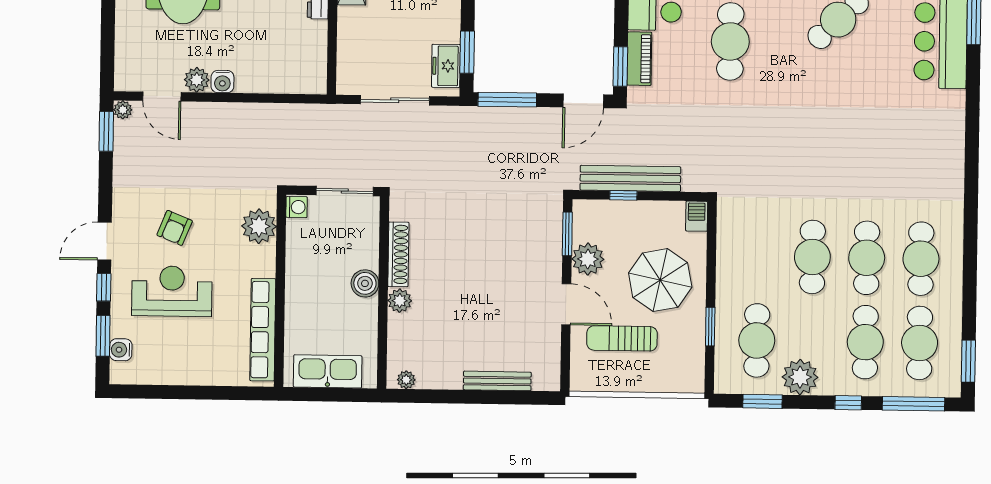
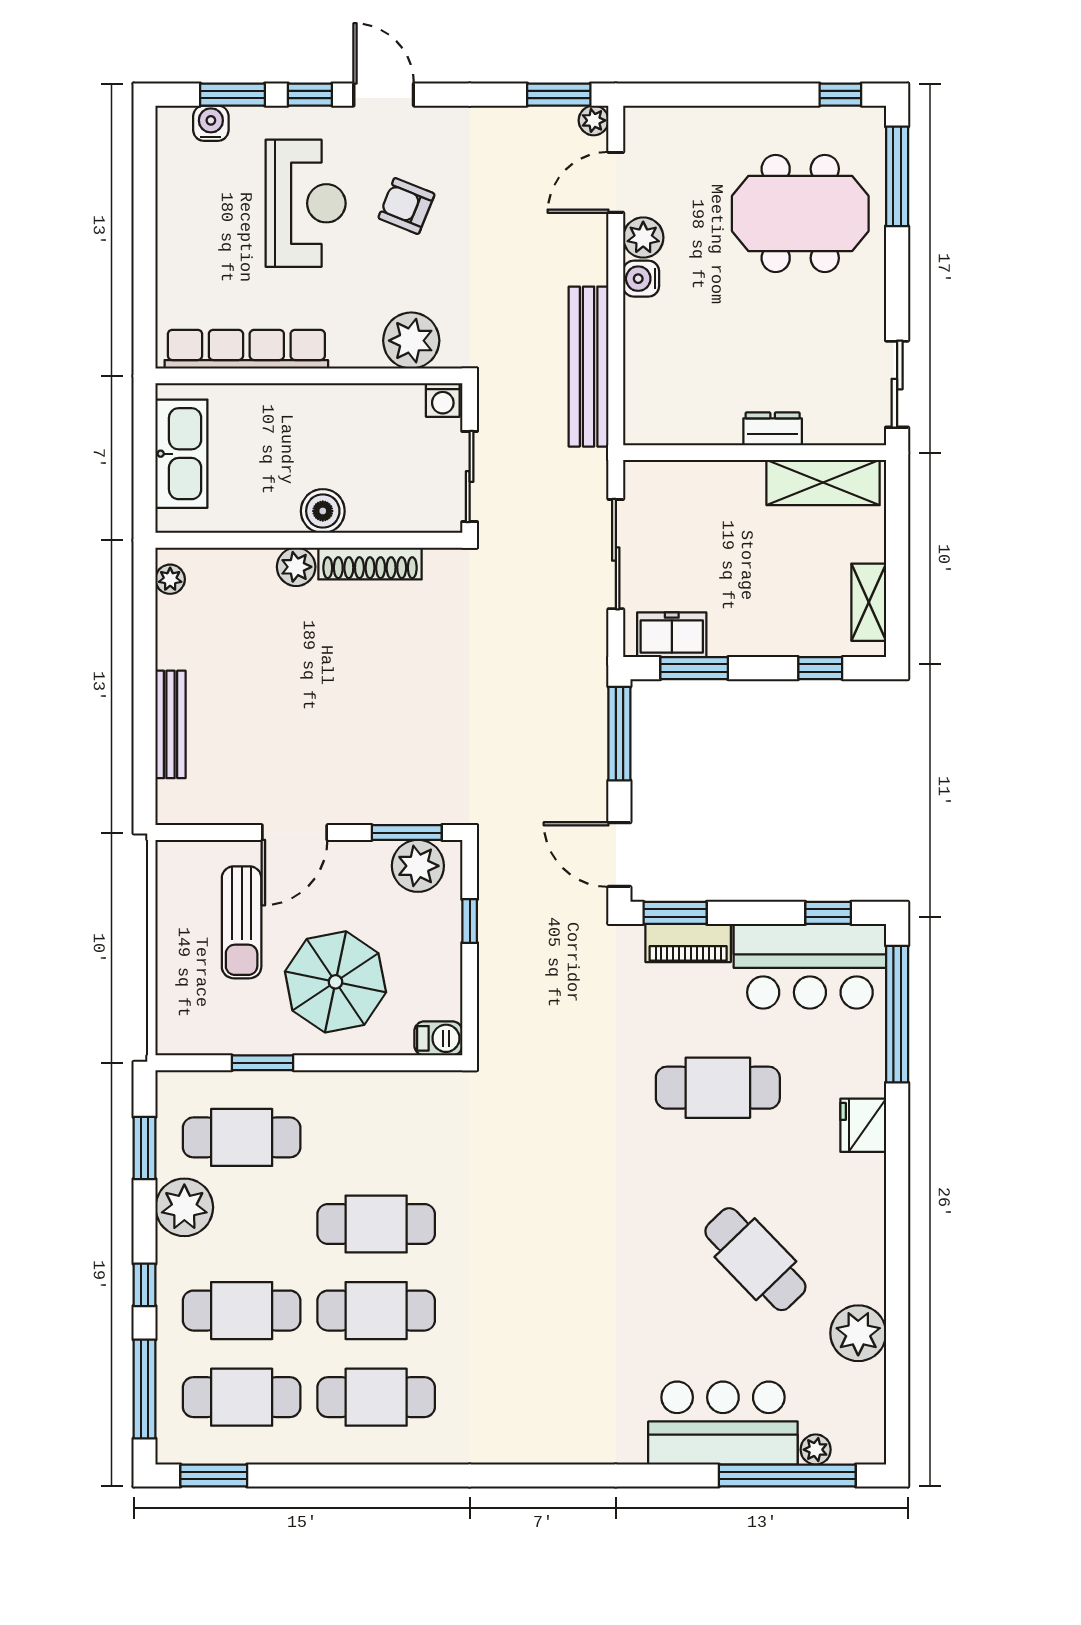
bench: (630, 178) -> (589, 367), moved
plant: (588, 259) -> (418, 866), moved
sun lounger: (622, 338) -> (242, 922), turned 180

